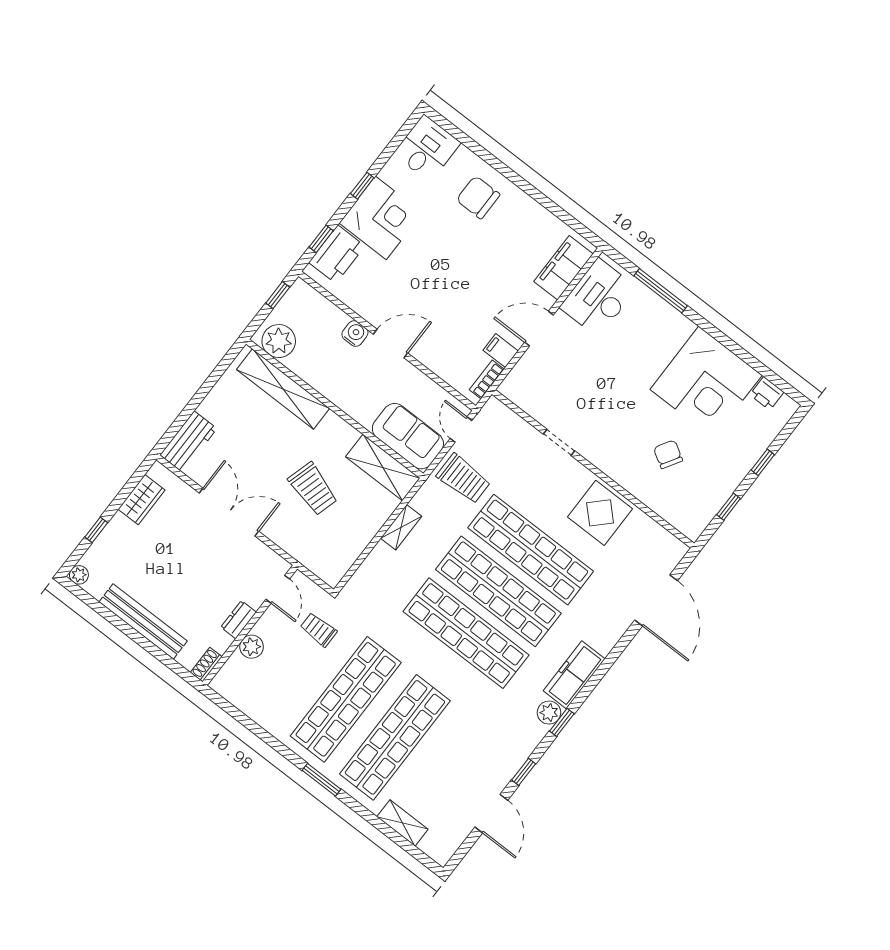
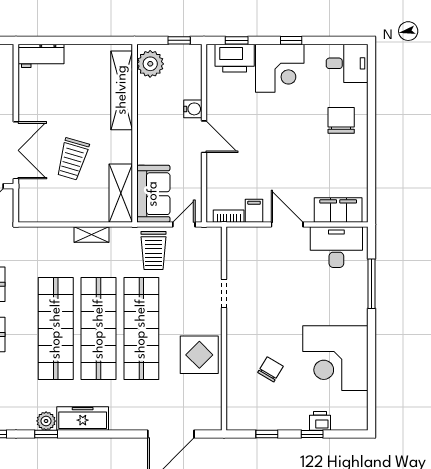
printer: (767, 393) -> (320, 421), moved, turned 90
double door: (229, 512) -> (16, 150), moved

